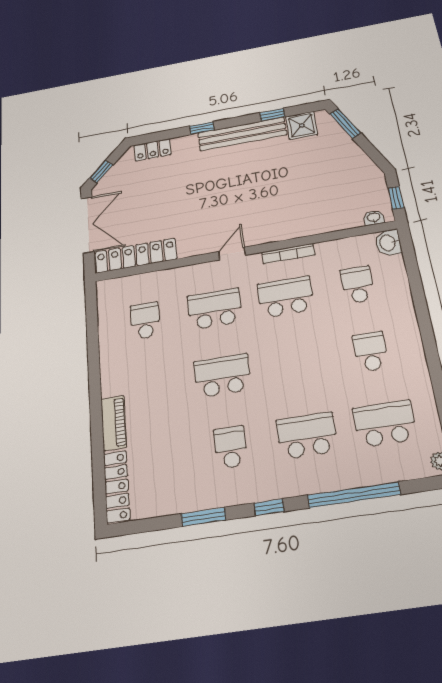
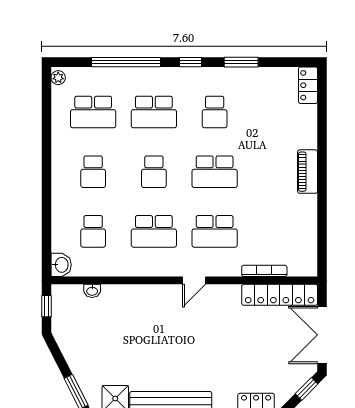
washbasin: (374, 218) -> (92, 291), moved
bookcase: (288, 254) -> (264, 271), moved
school desk: (145, 321) -> (154, 172), moved
piano: (114, 423) -> (308, 172), moved
locker: (117, 486) -> (308, 85), width x0.66

